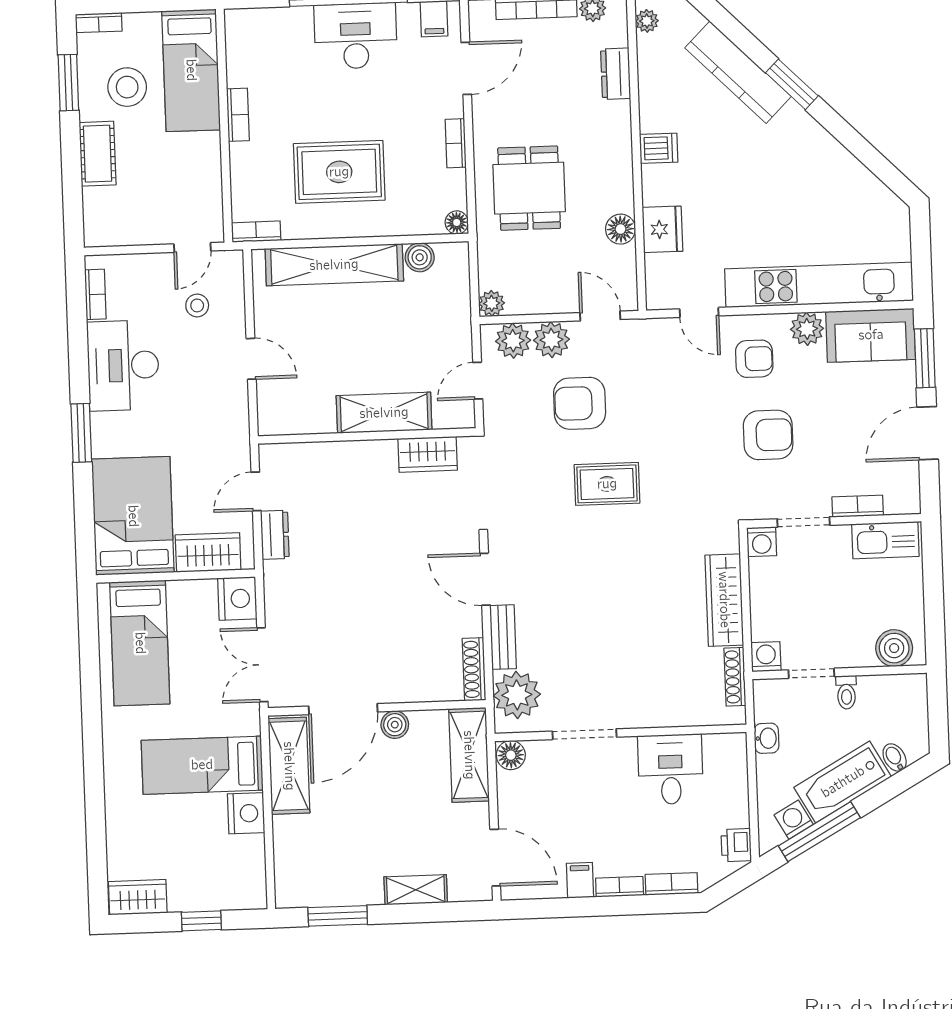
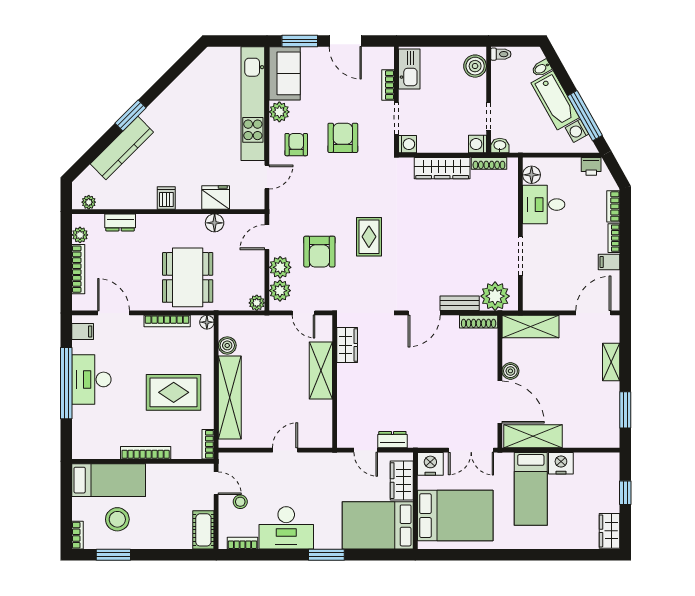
bookcase: (238, 115) -> (146, 453), width x1.56
bookcase: (456, 143) -> (167, 321), width x1.56
cot: (98, 154) -> (203, 530), moved, turned 90
rug: (339, 172) -> (174, 392), turned 90
dining table: (529, 188) -> (188, 277), width x1.38
stool: (197, 305) -> (240, 502), moved
bed: (140, 643) -> (455, 516), width x1.50
toilet: (846, 692) -> (501, 54), moved
washbasin: (766, 738) -> (500, 146), moved
floor lamp: (511, 755) -> (532, 175), moved

